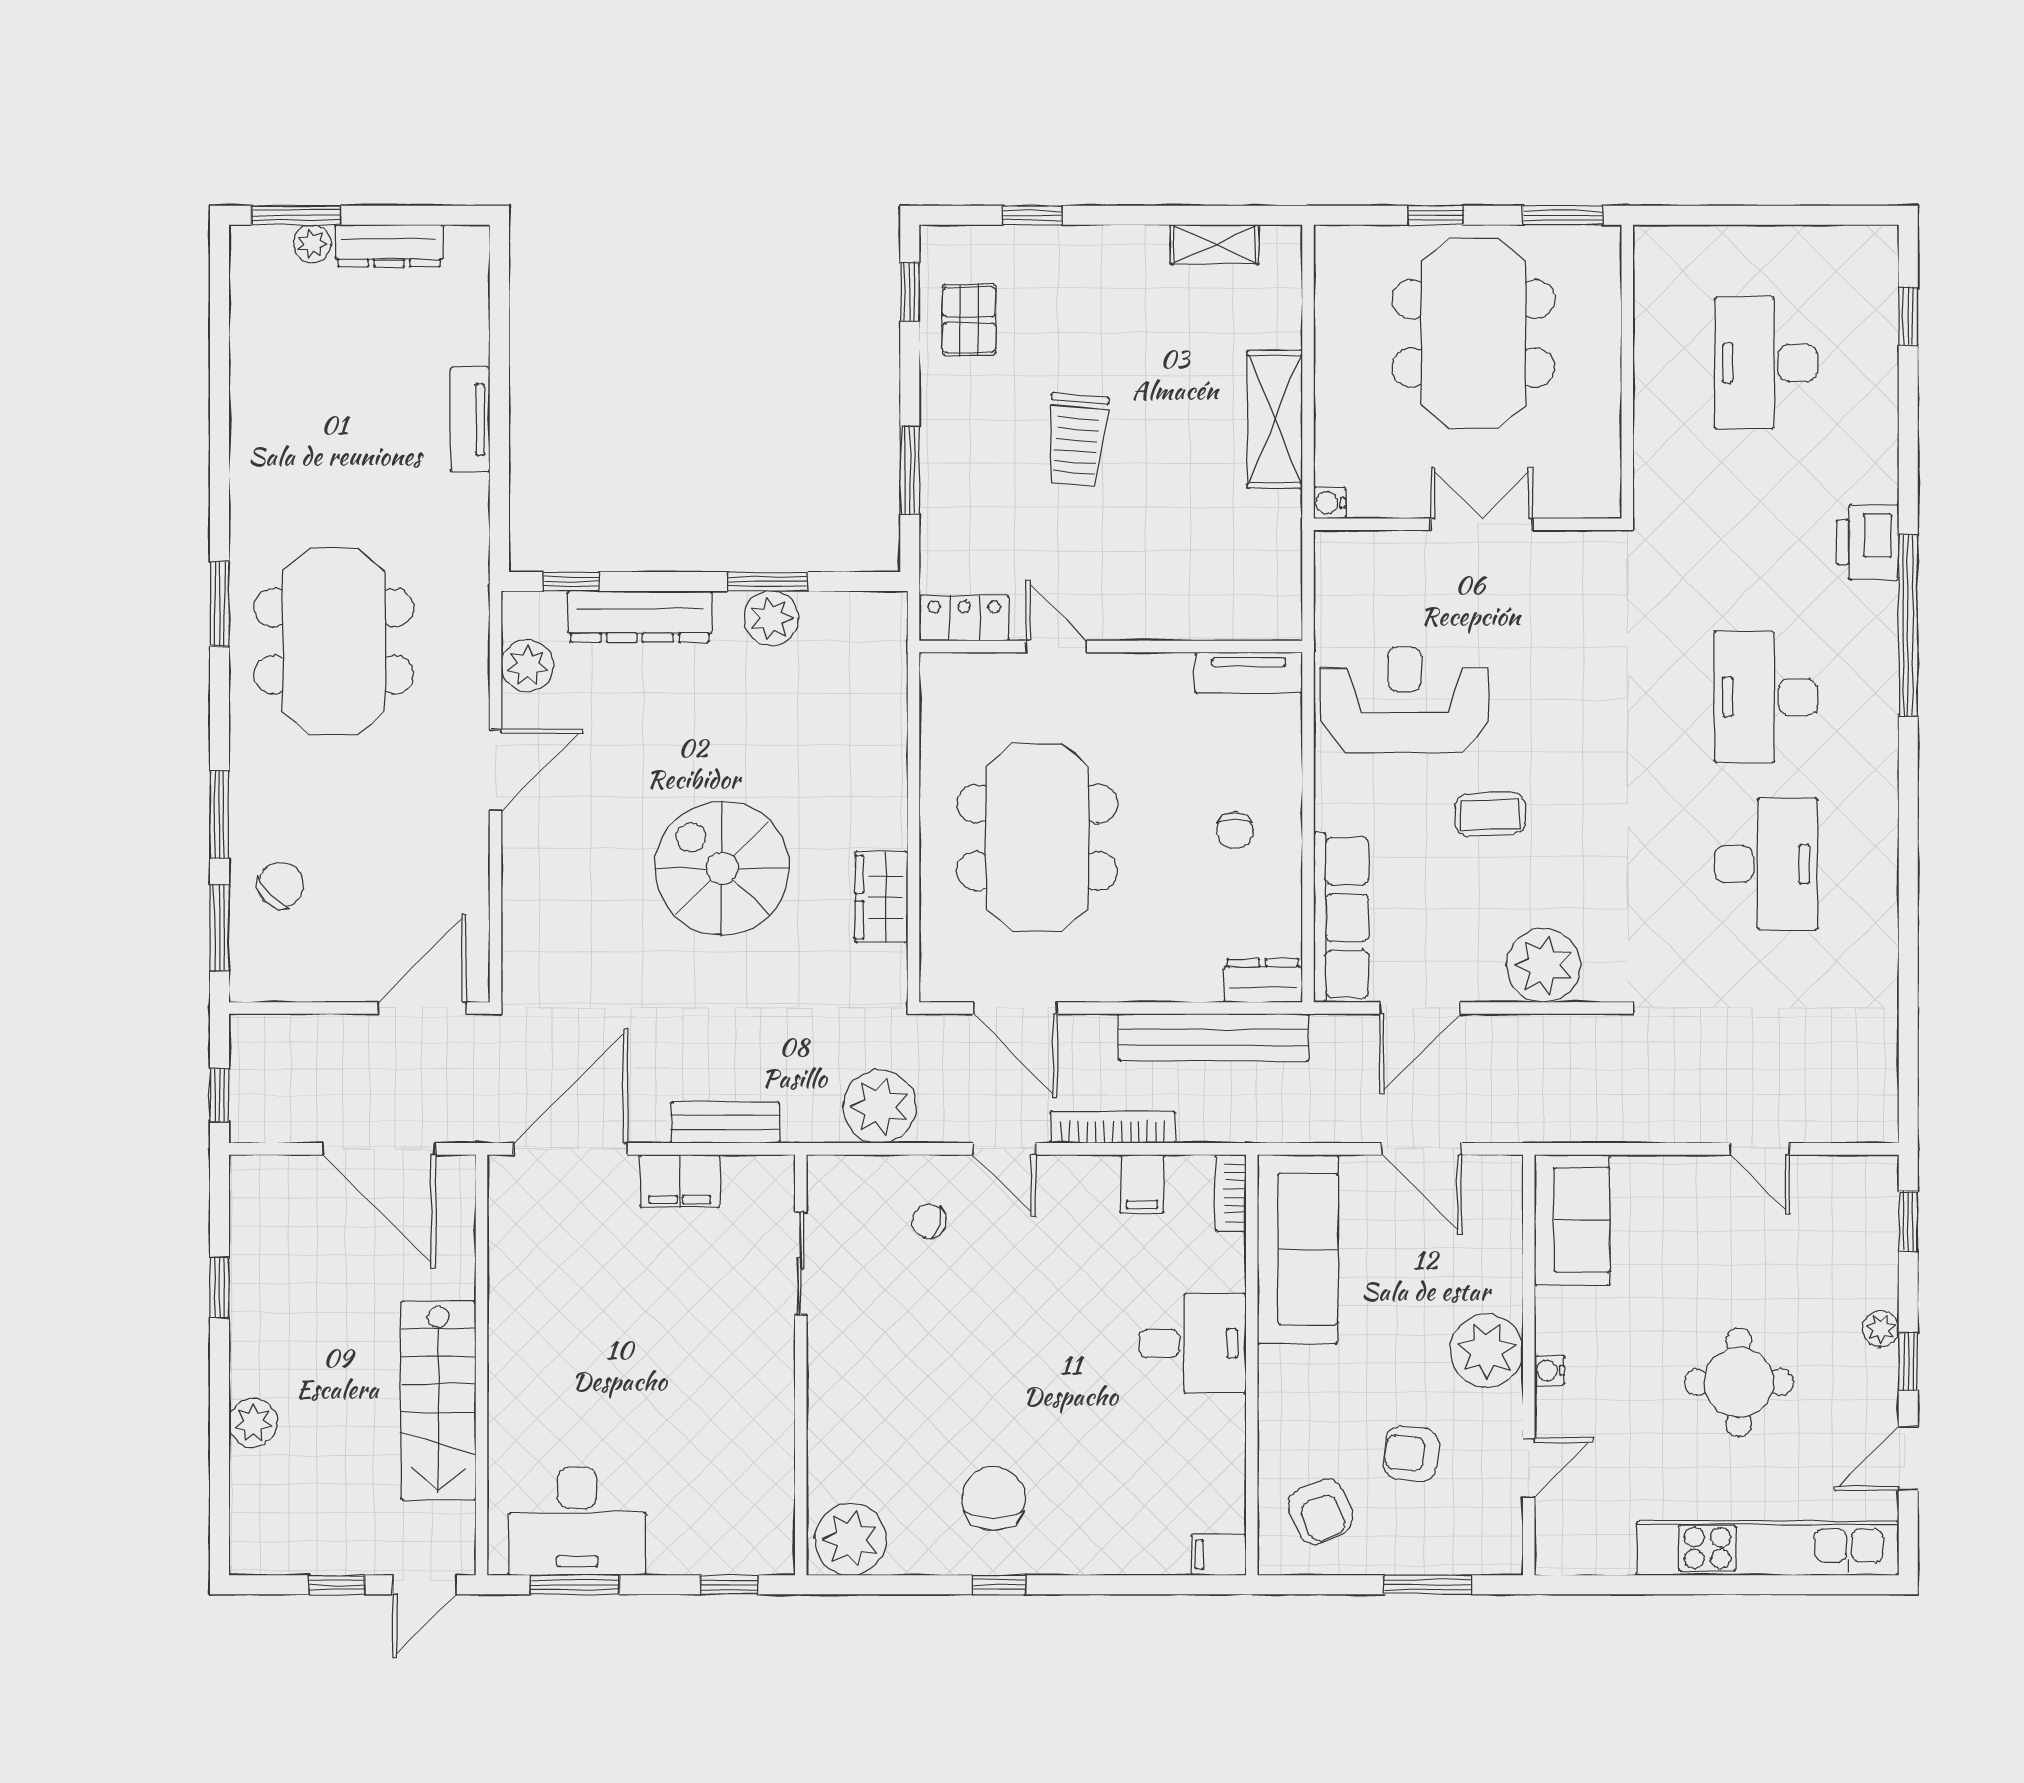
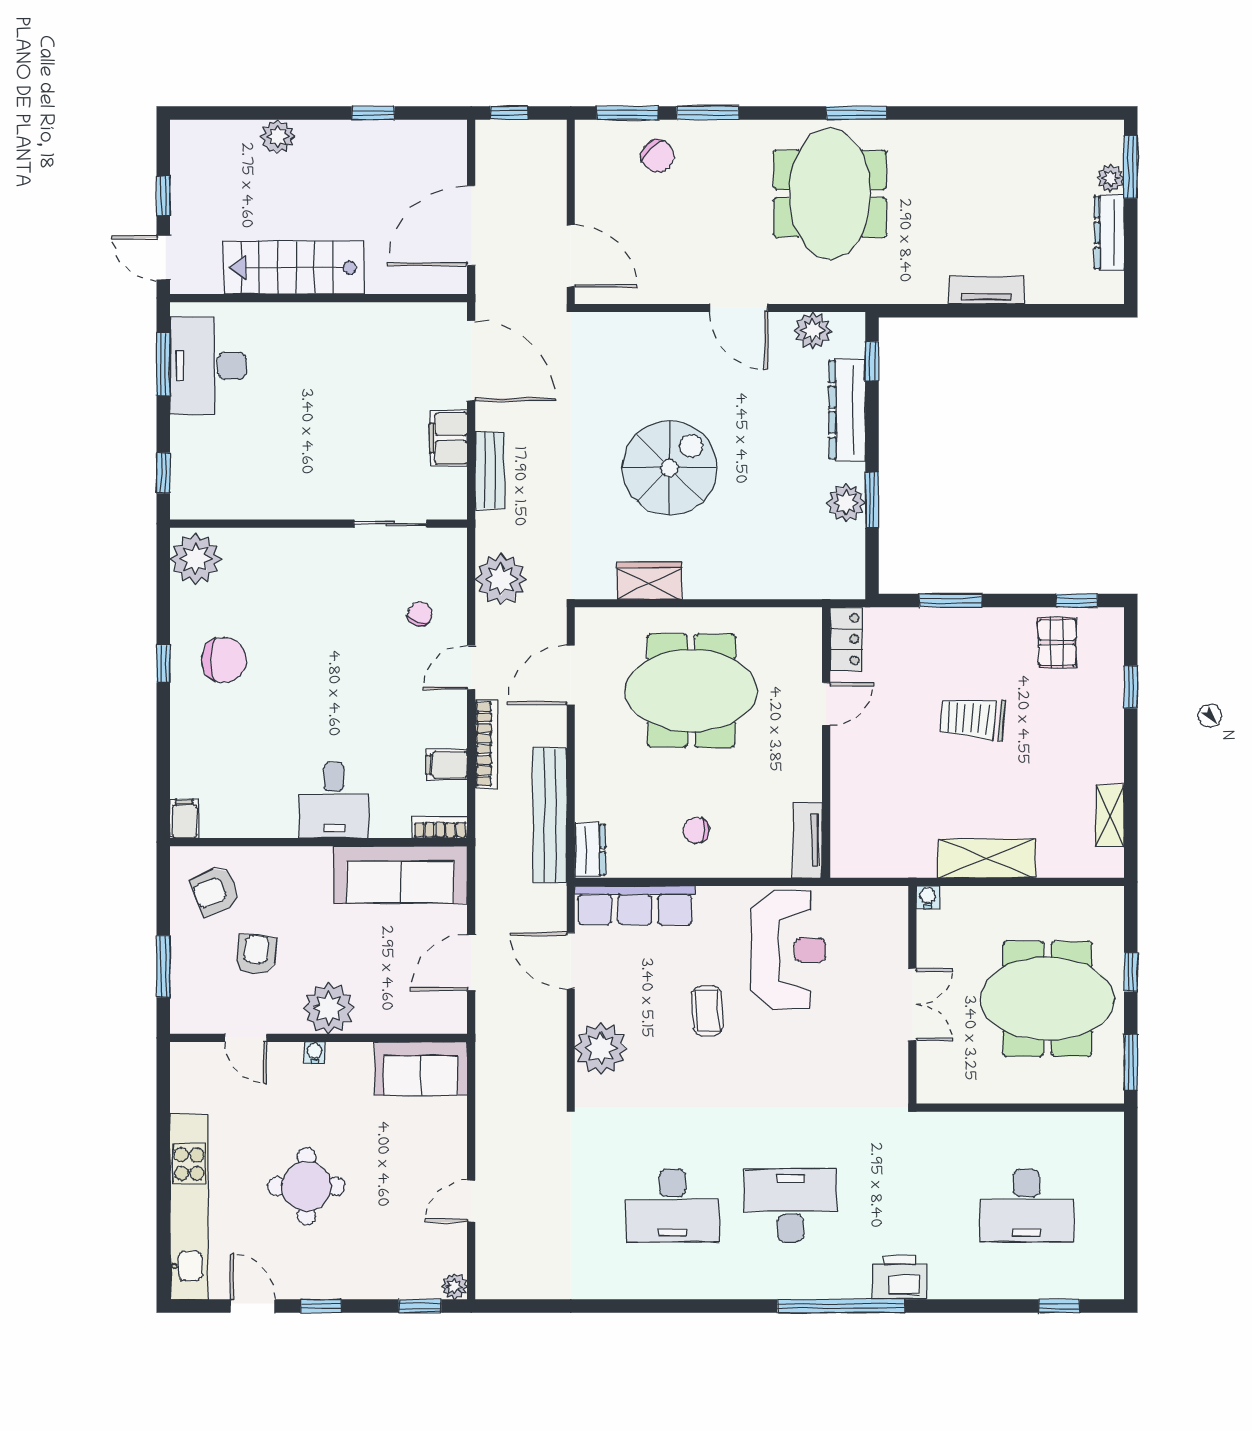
pallet: (969, 320) -> (1057, 642), turned 90
desk: (1766, 363) -> (1026, 1205), turned 180
meeting table: (334, 641) -> (830, 194), turned 90
plant: (1881, 1329) -> (454, 1286), moved

